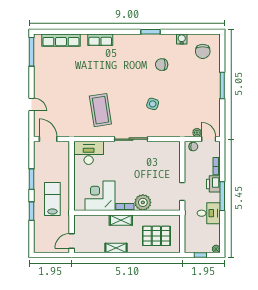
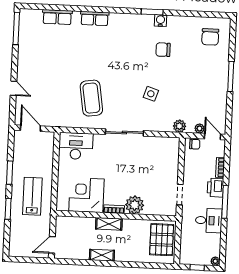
water cooler: (182, 39) -> (160, 21), moved
row of seats: (61, 40) -> (57, 17), width x0.68
plant: (179, 131) -> (179, 126), added
pallet: (156, 236) -> (162, 240), moved, turned 90

